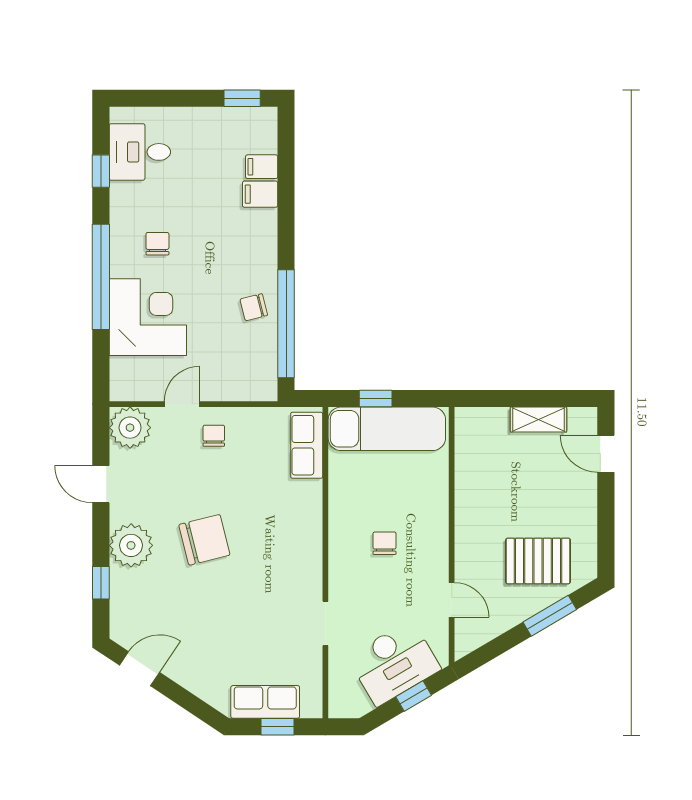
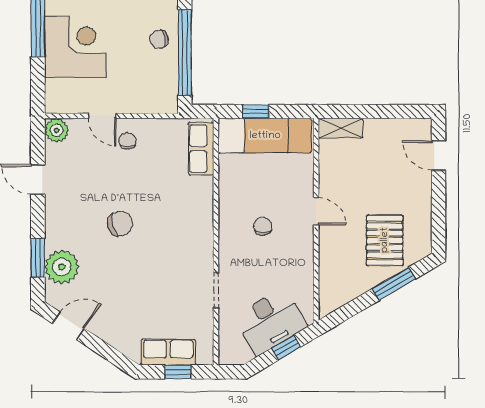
door: (182, 404) -> (102, 116), swing flipped
shelving: (538, 419) -> (341, 128), moved
plant: (130, 428) -> (57, 130), width x0.73, depth x0.73
chair: (204, 540) -> (120, 224), width x0.73, depth x0.73
plant: (131, 545) -> (62, 267), moved
pallet: (538, 561) -> (385, 240), turned 90
window: (101, 583) -> (38, 258), width x1.50
door: (452, 600) -> (316, 211), moved

